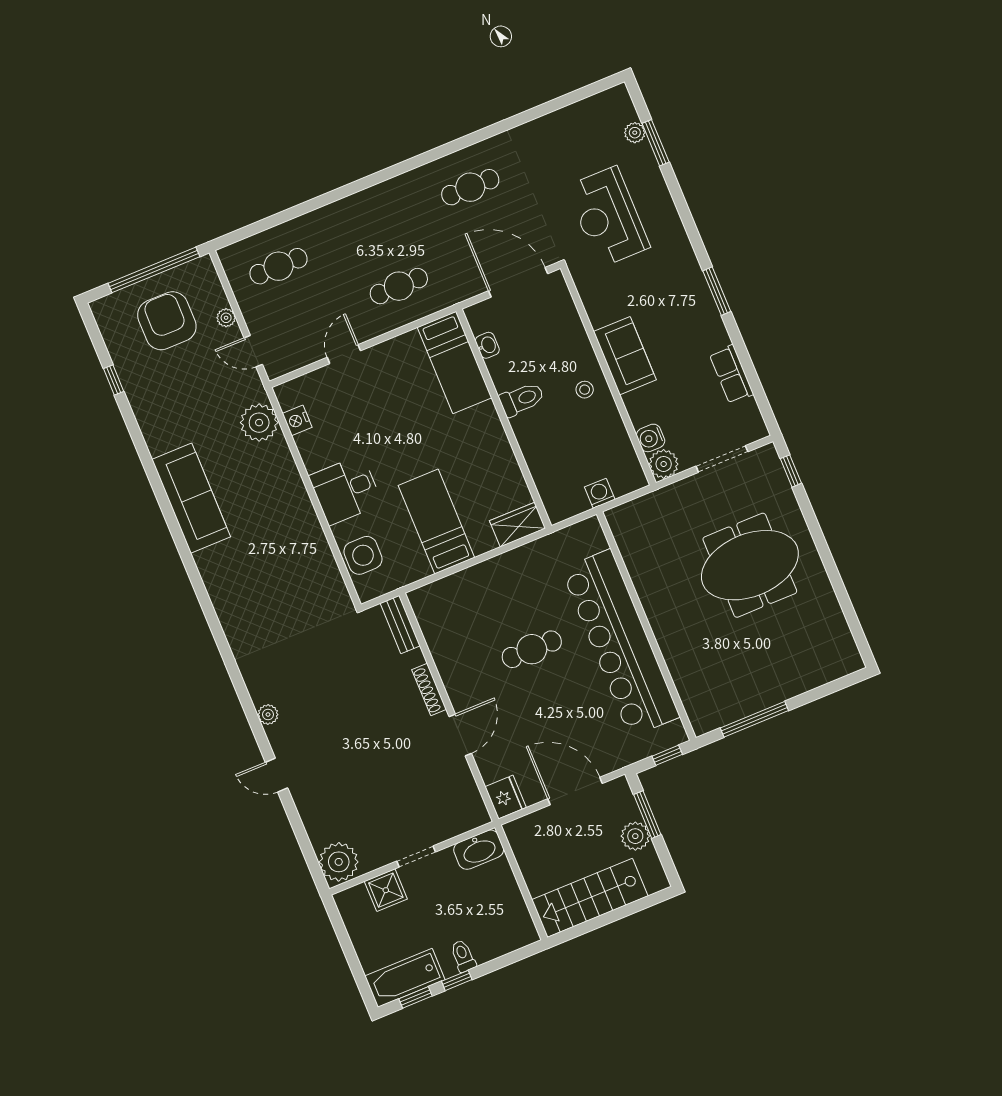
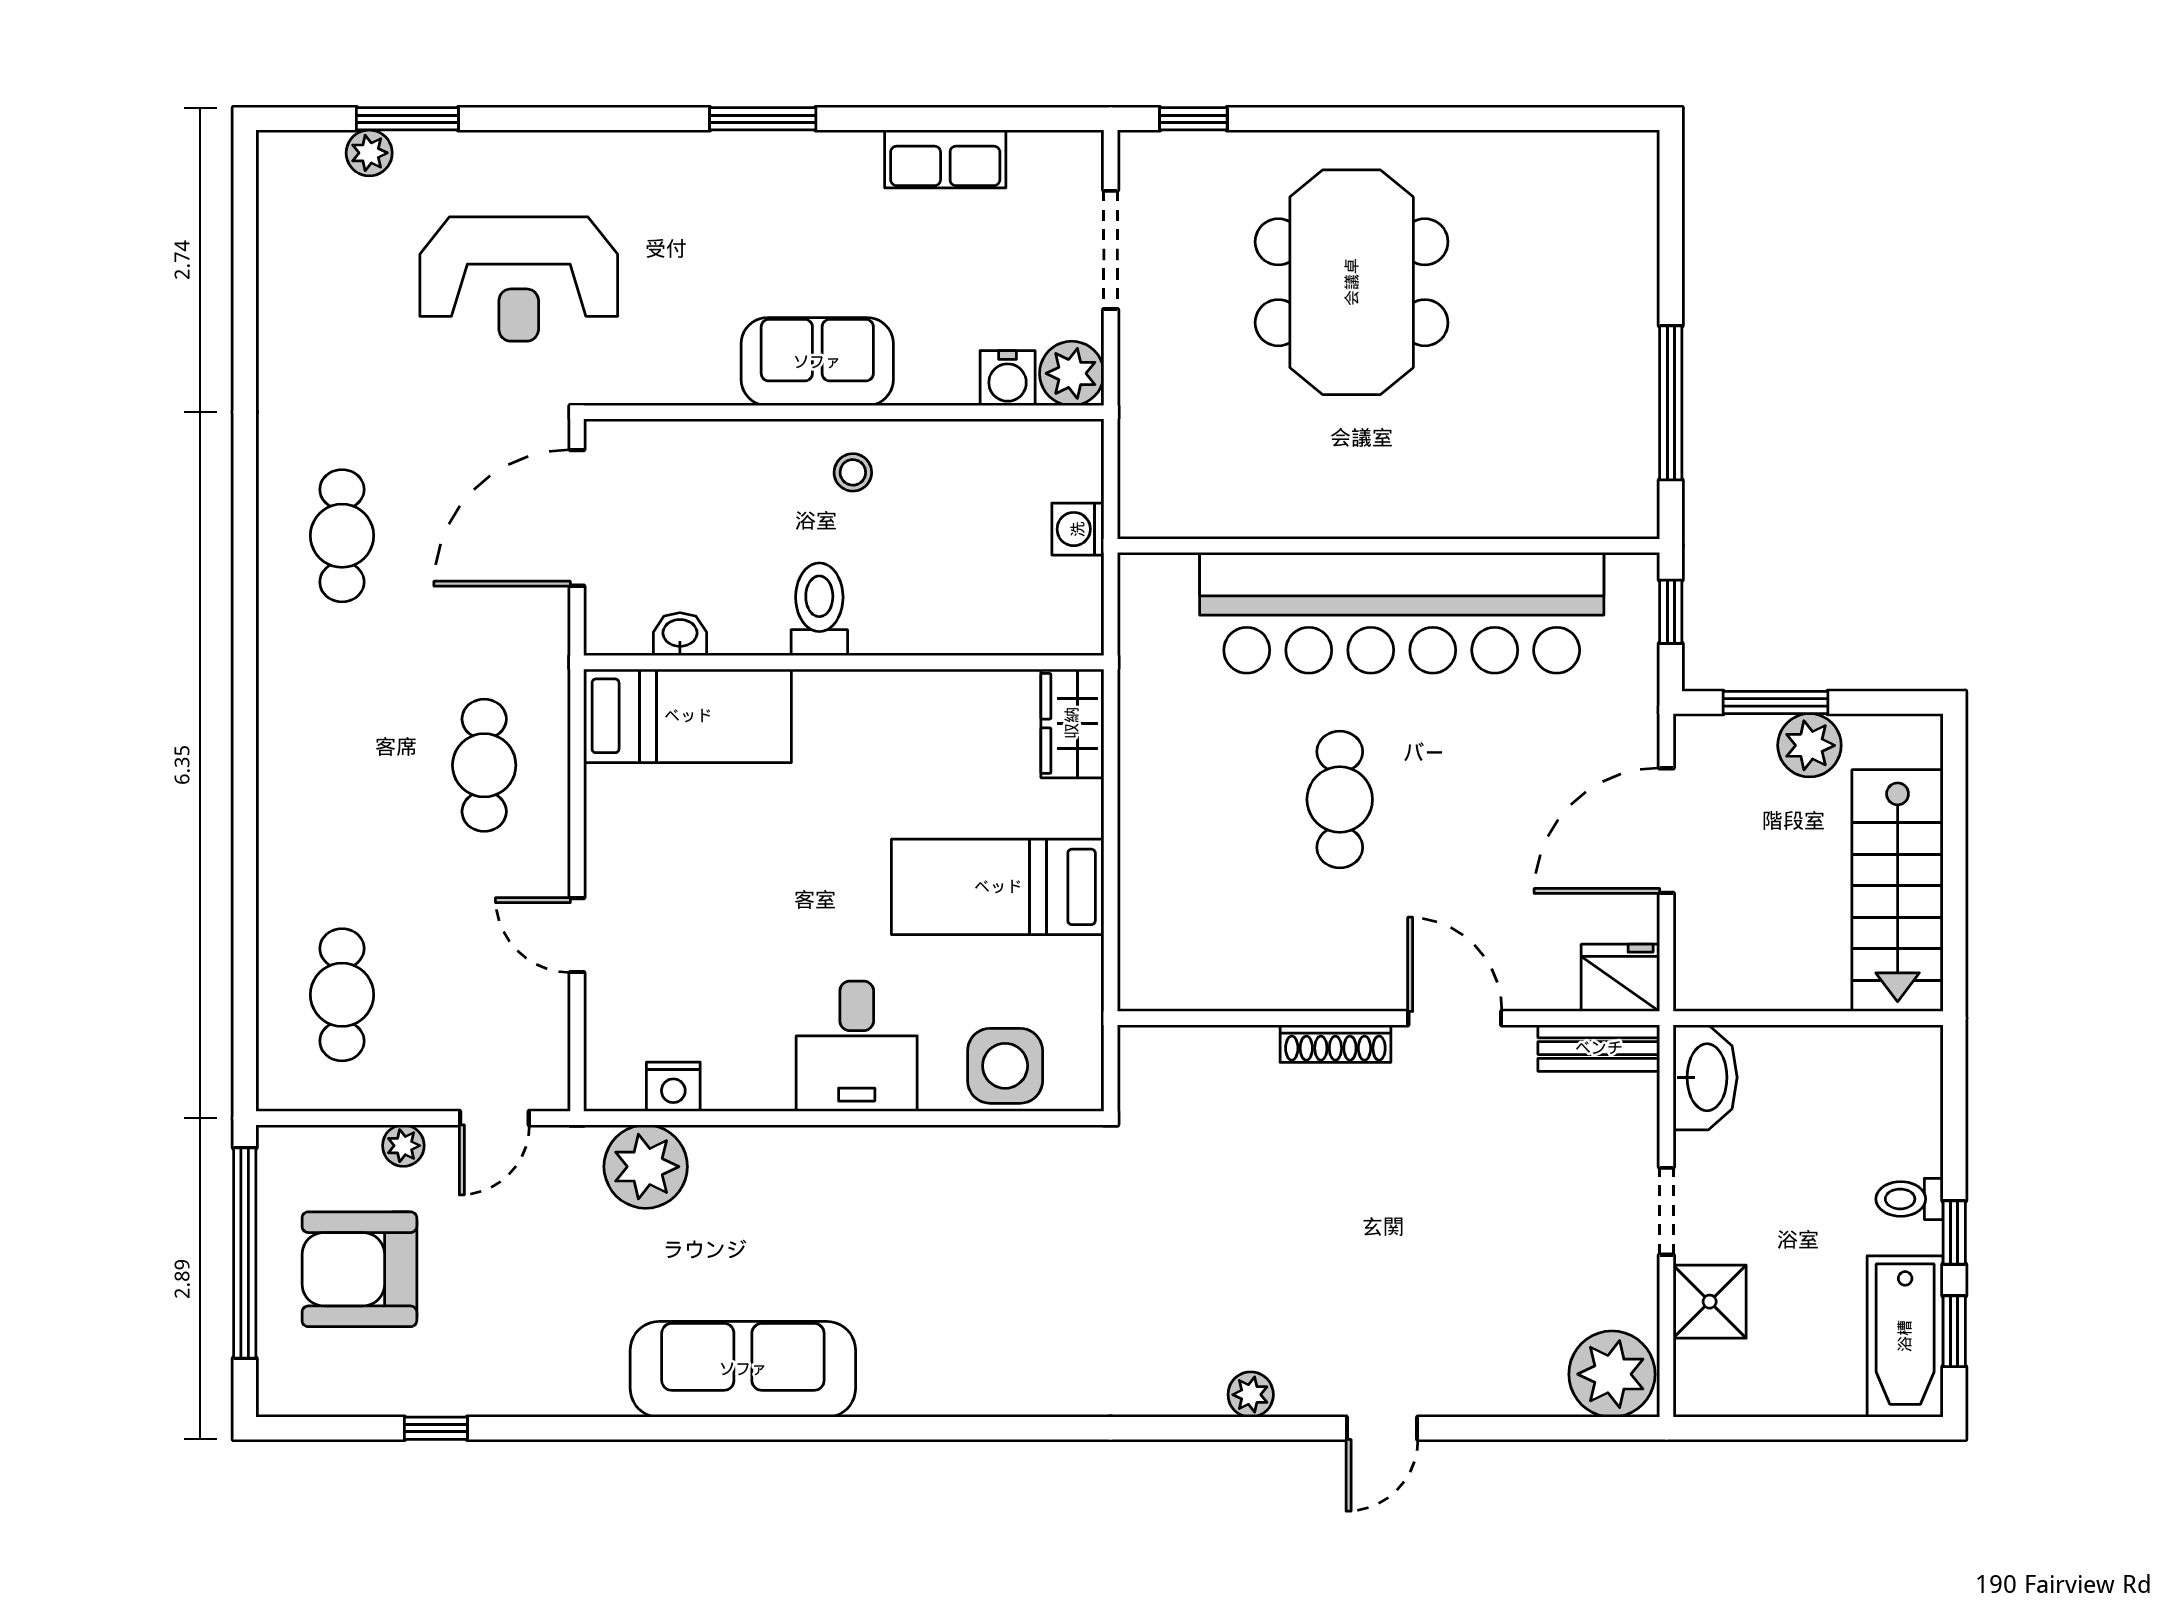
bench: (400, 625) -> (1599, 1048), moved

